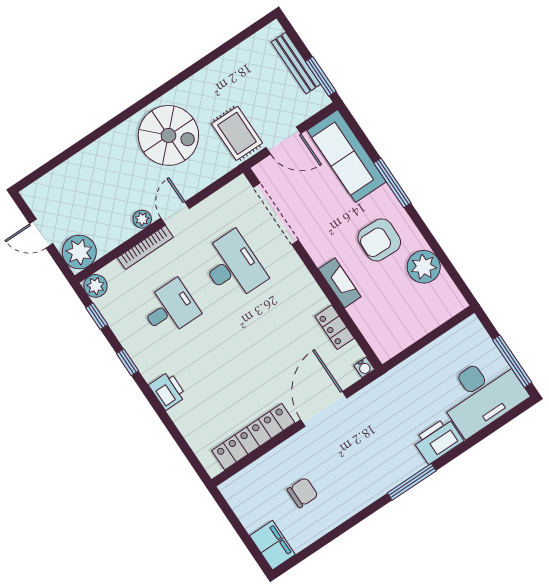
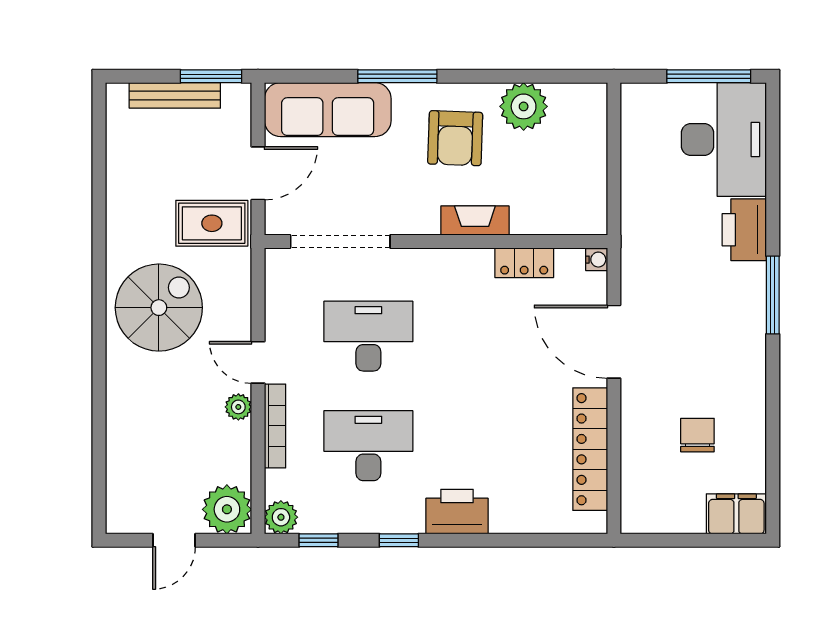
desk: (170, 308) -> (368, 446), width x1.37
printer: (168, 391) -> (457, 512), width x1.37, depth x1.19

